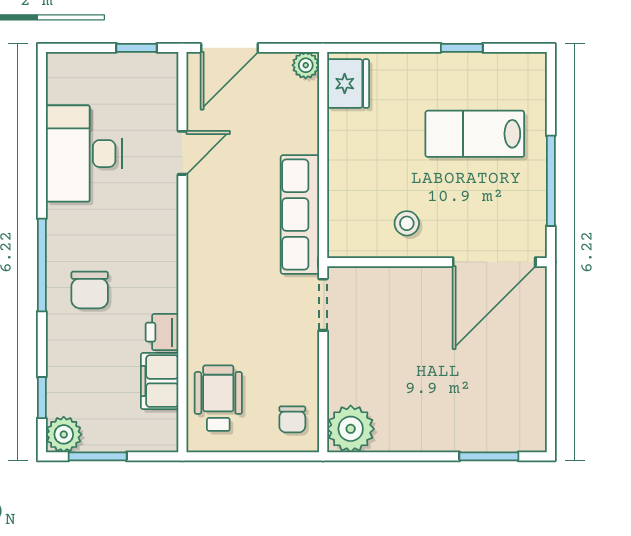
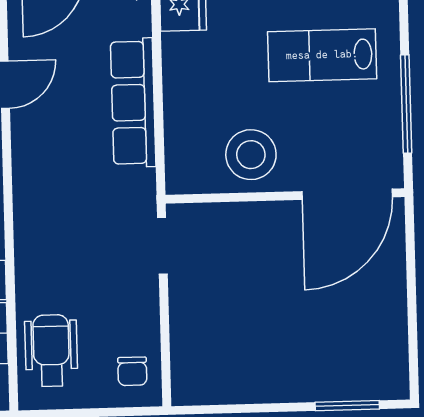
row of seats: (300, 215) -> (133, 103), moved
stool: (407, 223) -> (251, 155), width x1.89, depth x1.89
plant: (351, 429) -> (196, 380), removed

